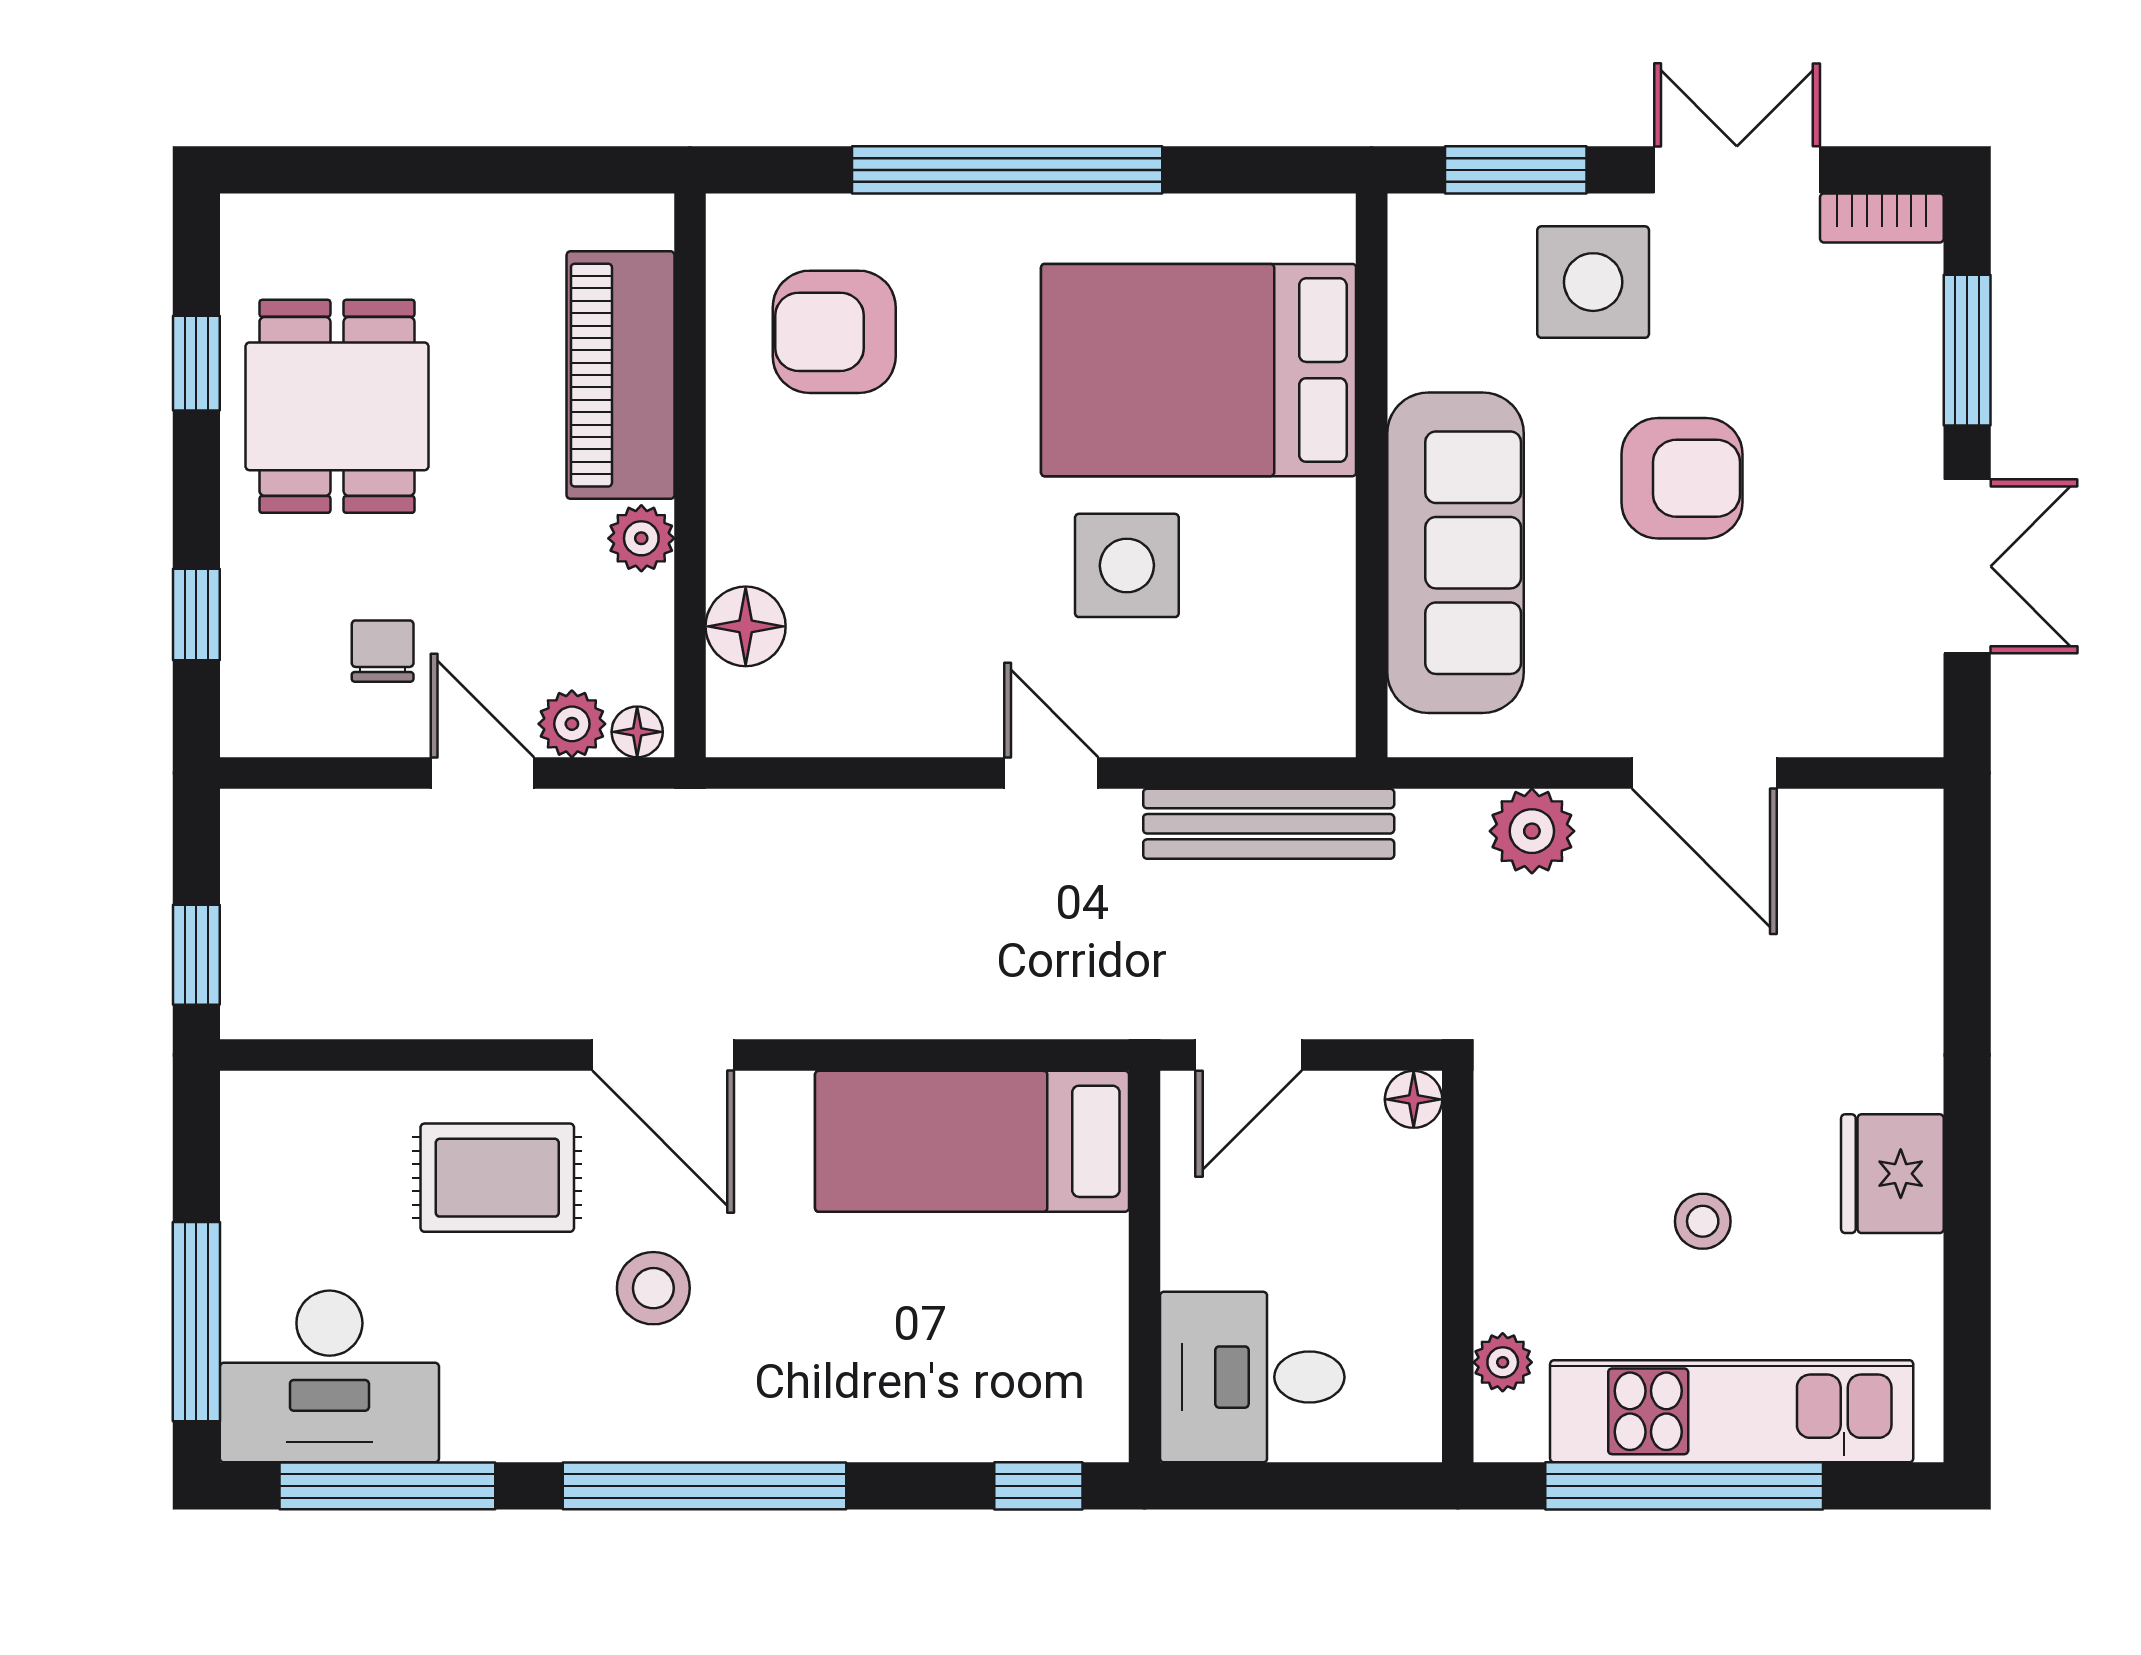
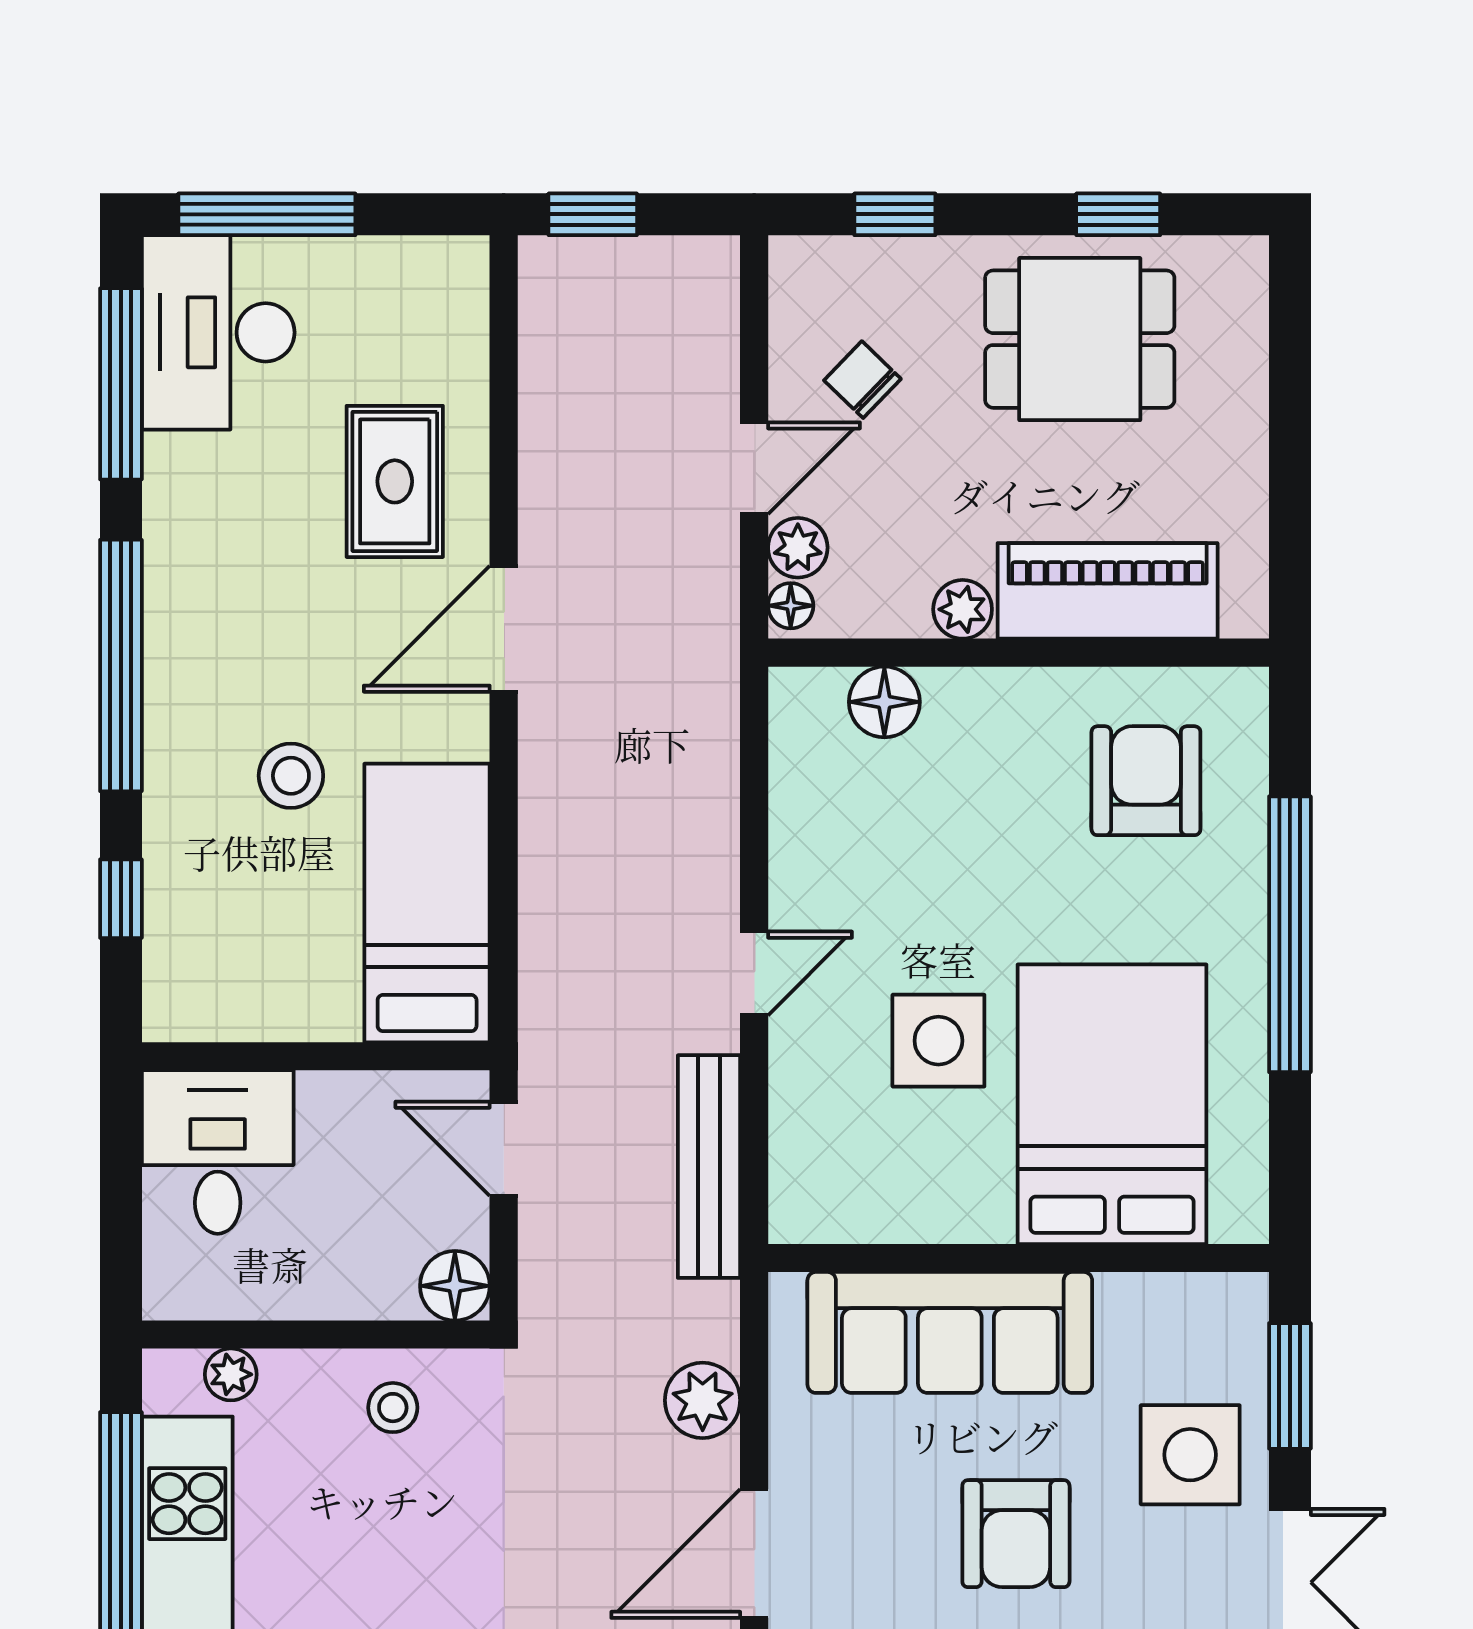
chair: (383, 651) -> (862, 380), turned -136
floor lamp: (1414, 1099) -> (455, 1286), width x1.37, depth x1.37
stool: (1703, 1221) -> (393, 1408), moved
stool: (653, 1288) -> (291, 776), moved
window: (1038, 1486) -> (121, 899), moved

